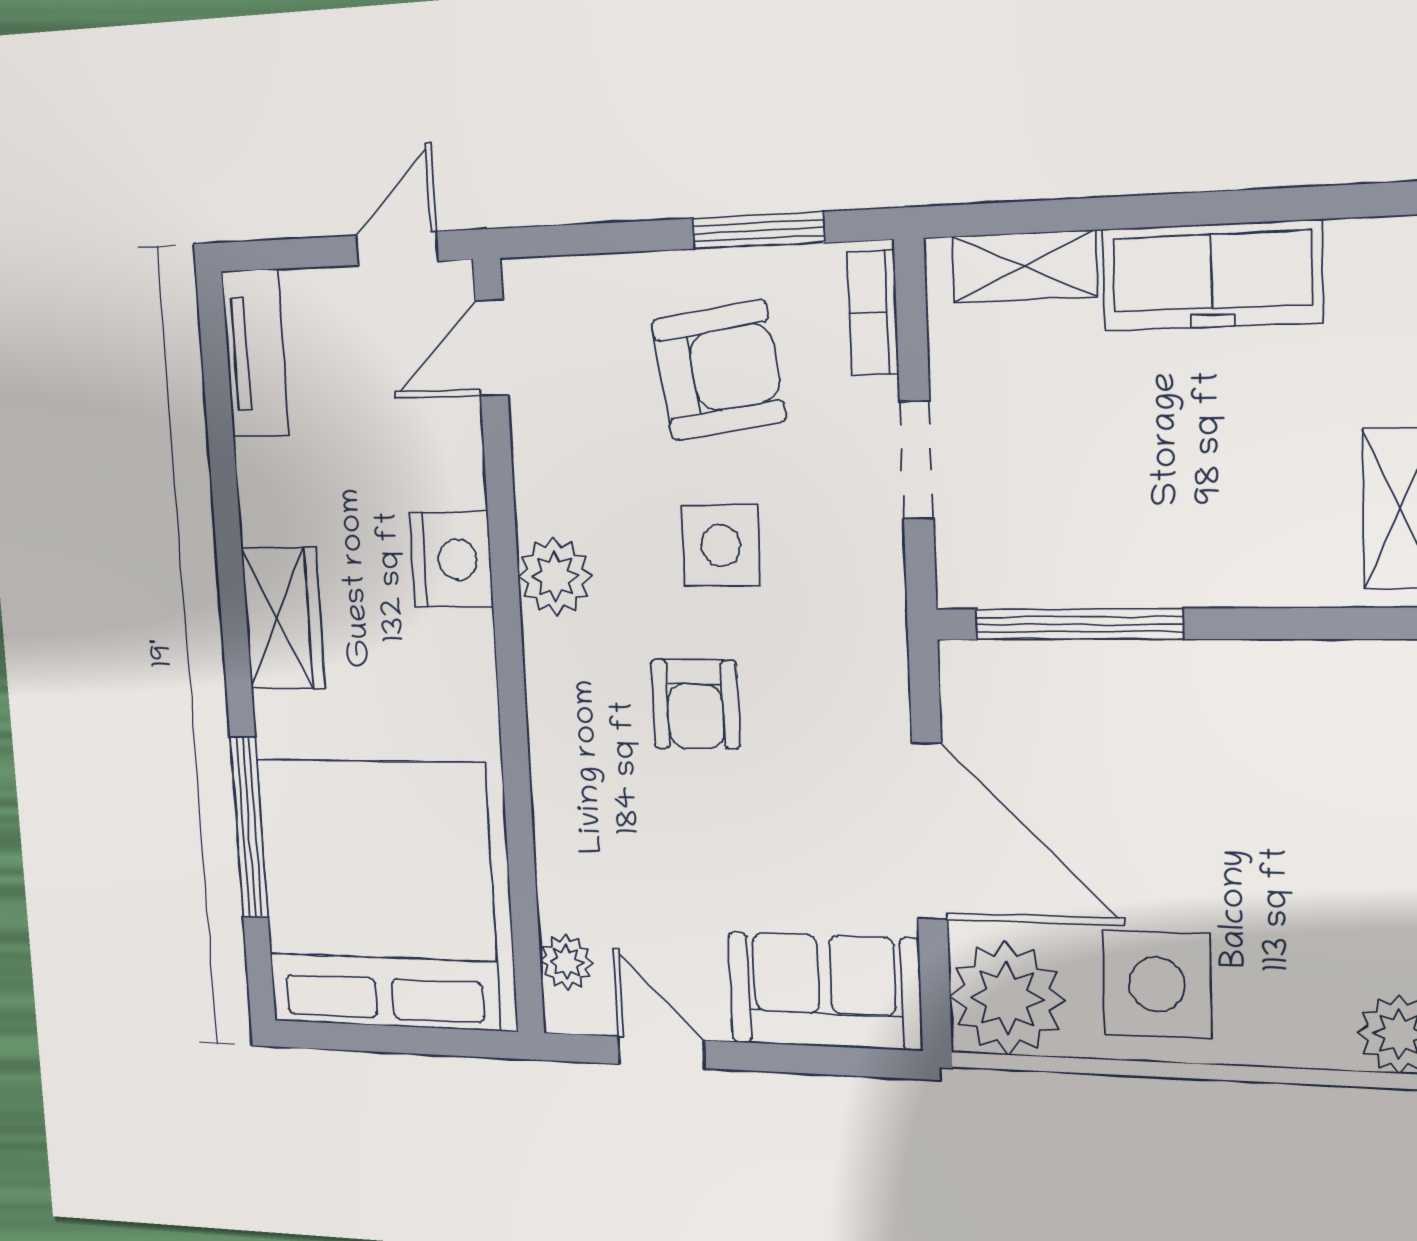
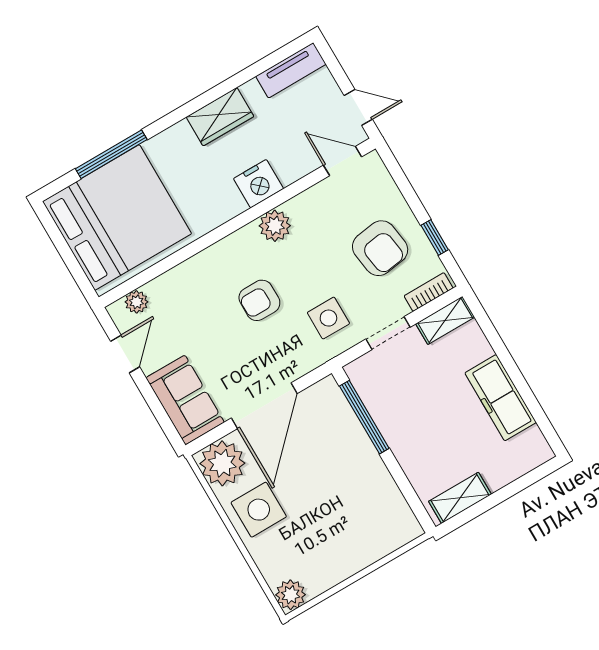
window: (758, 230) -> (435, 237), width x0.67
shelving: (1024, 266) -> (445, 320), moved, turned 90
side table: (721, 546) -> (328, 318), moved
wardrobe: (283, 618) -> (220, 117), moved

